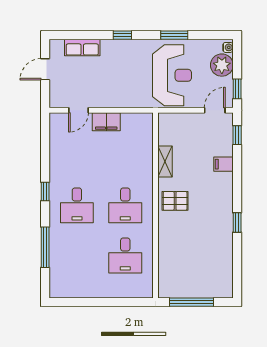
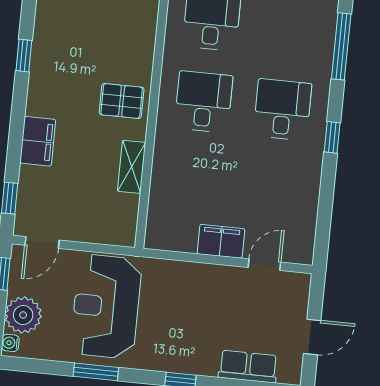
filing cabinet: (223, 164) -> (38, 141), width x2.00

